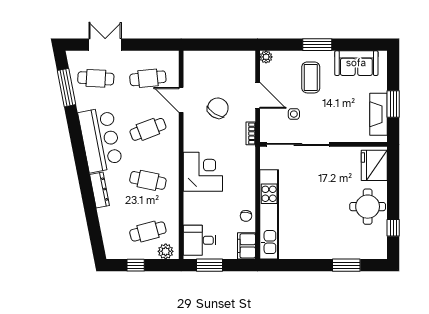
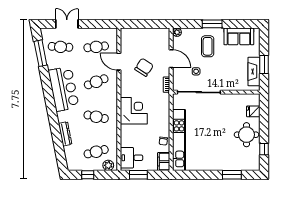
fridge: (374, 165) -> (253, 111), width x0.53, depth x0.75
dresser: (100, 190) -> (65, 134), moved

